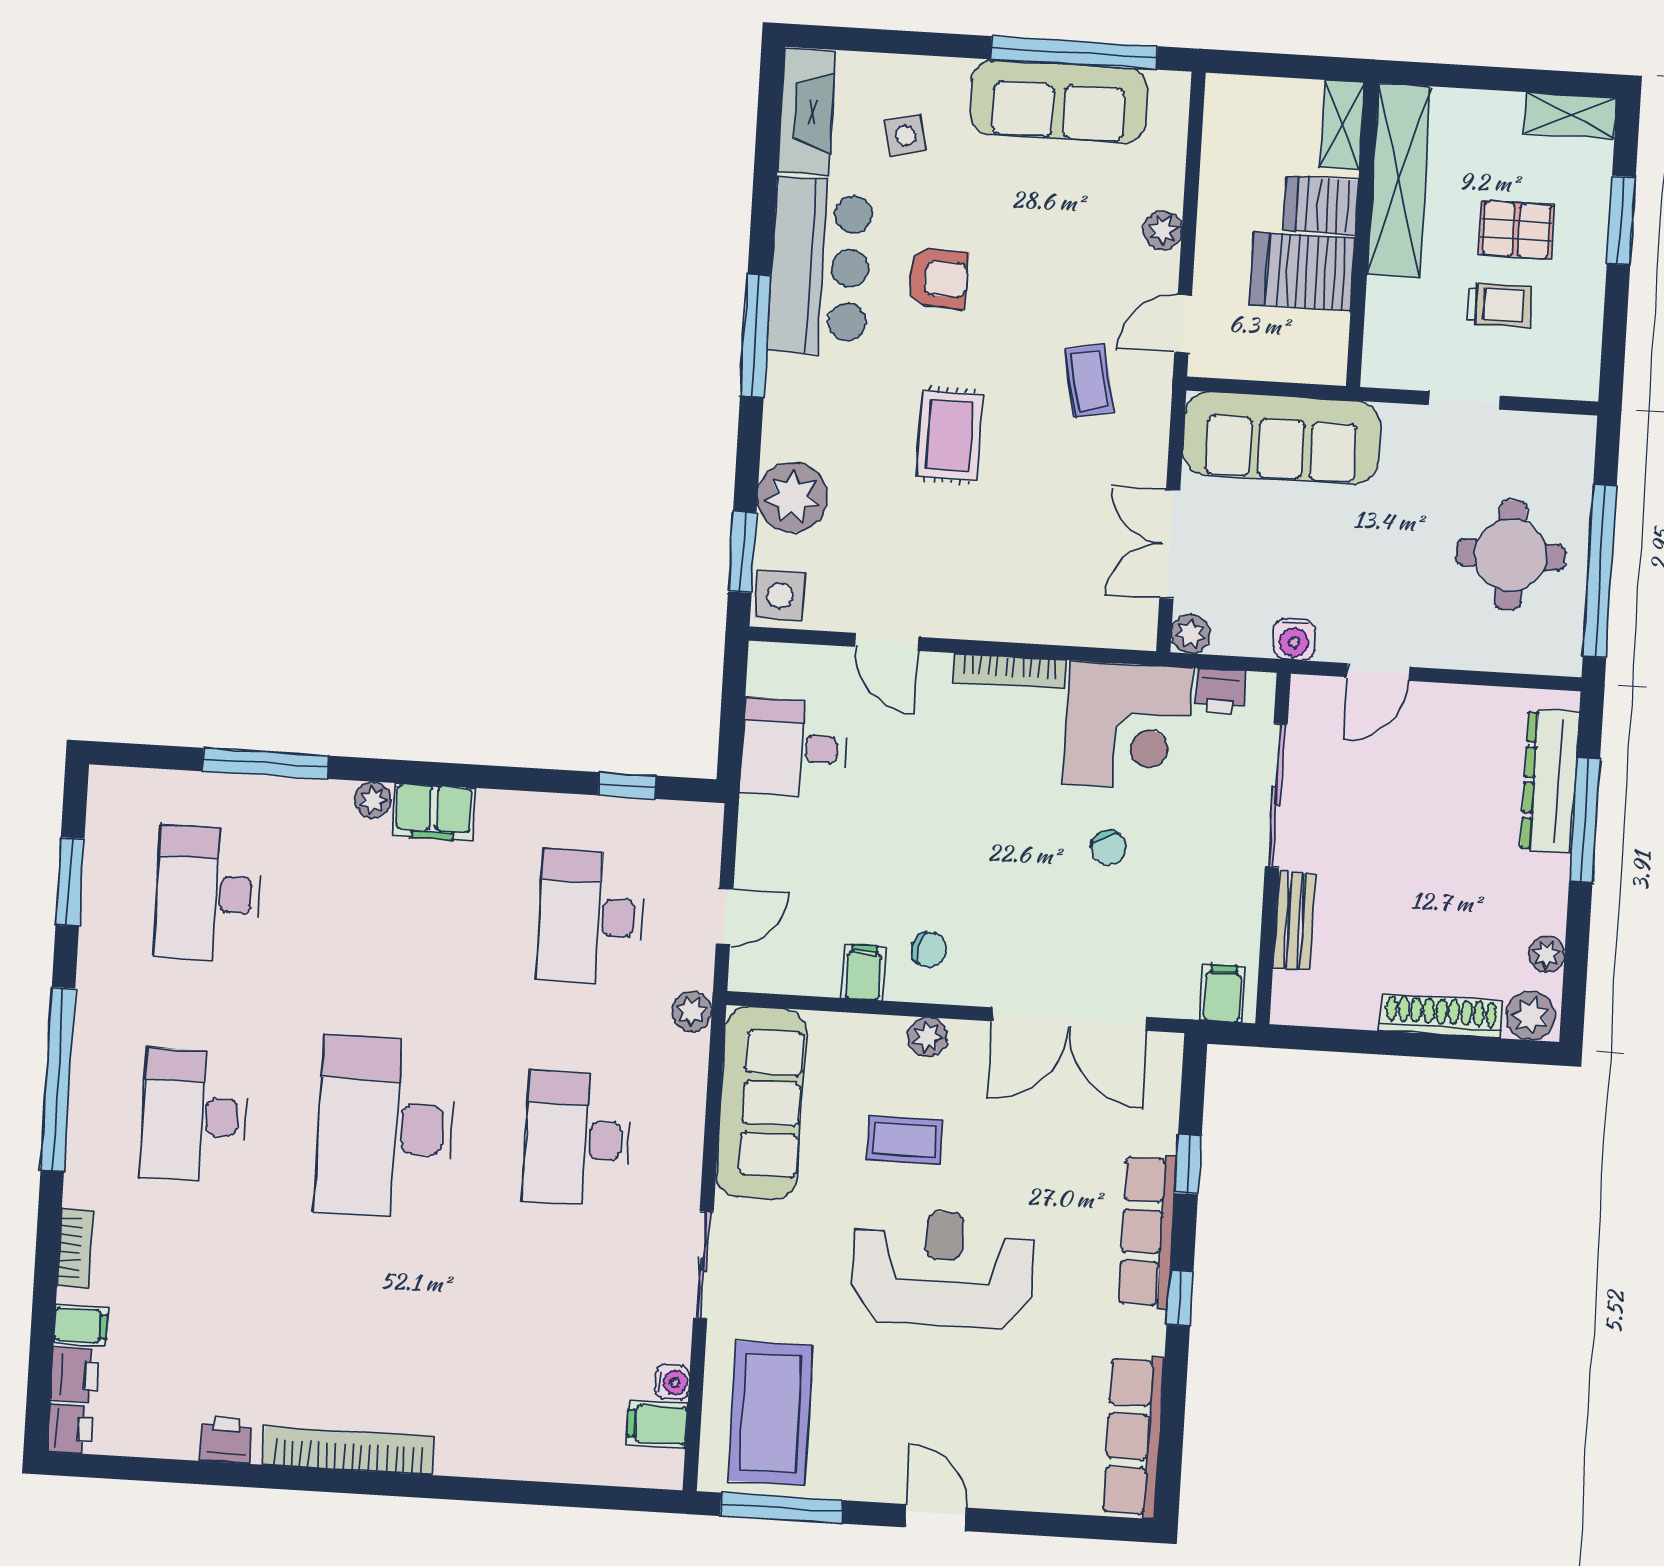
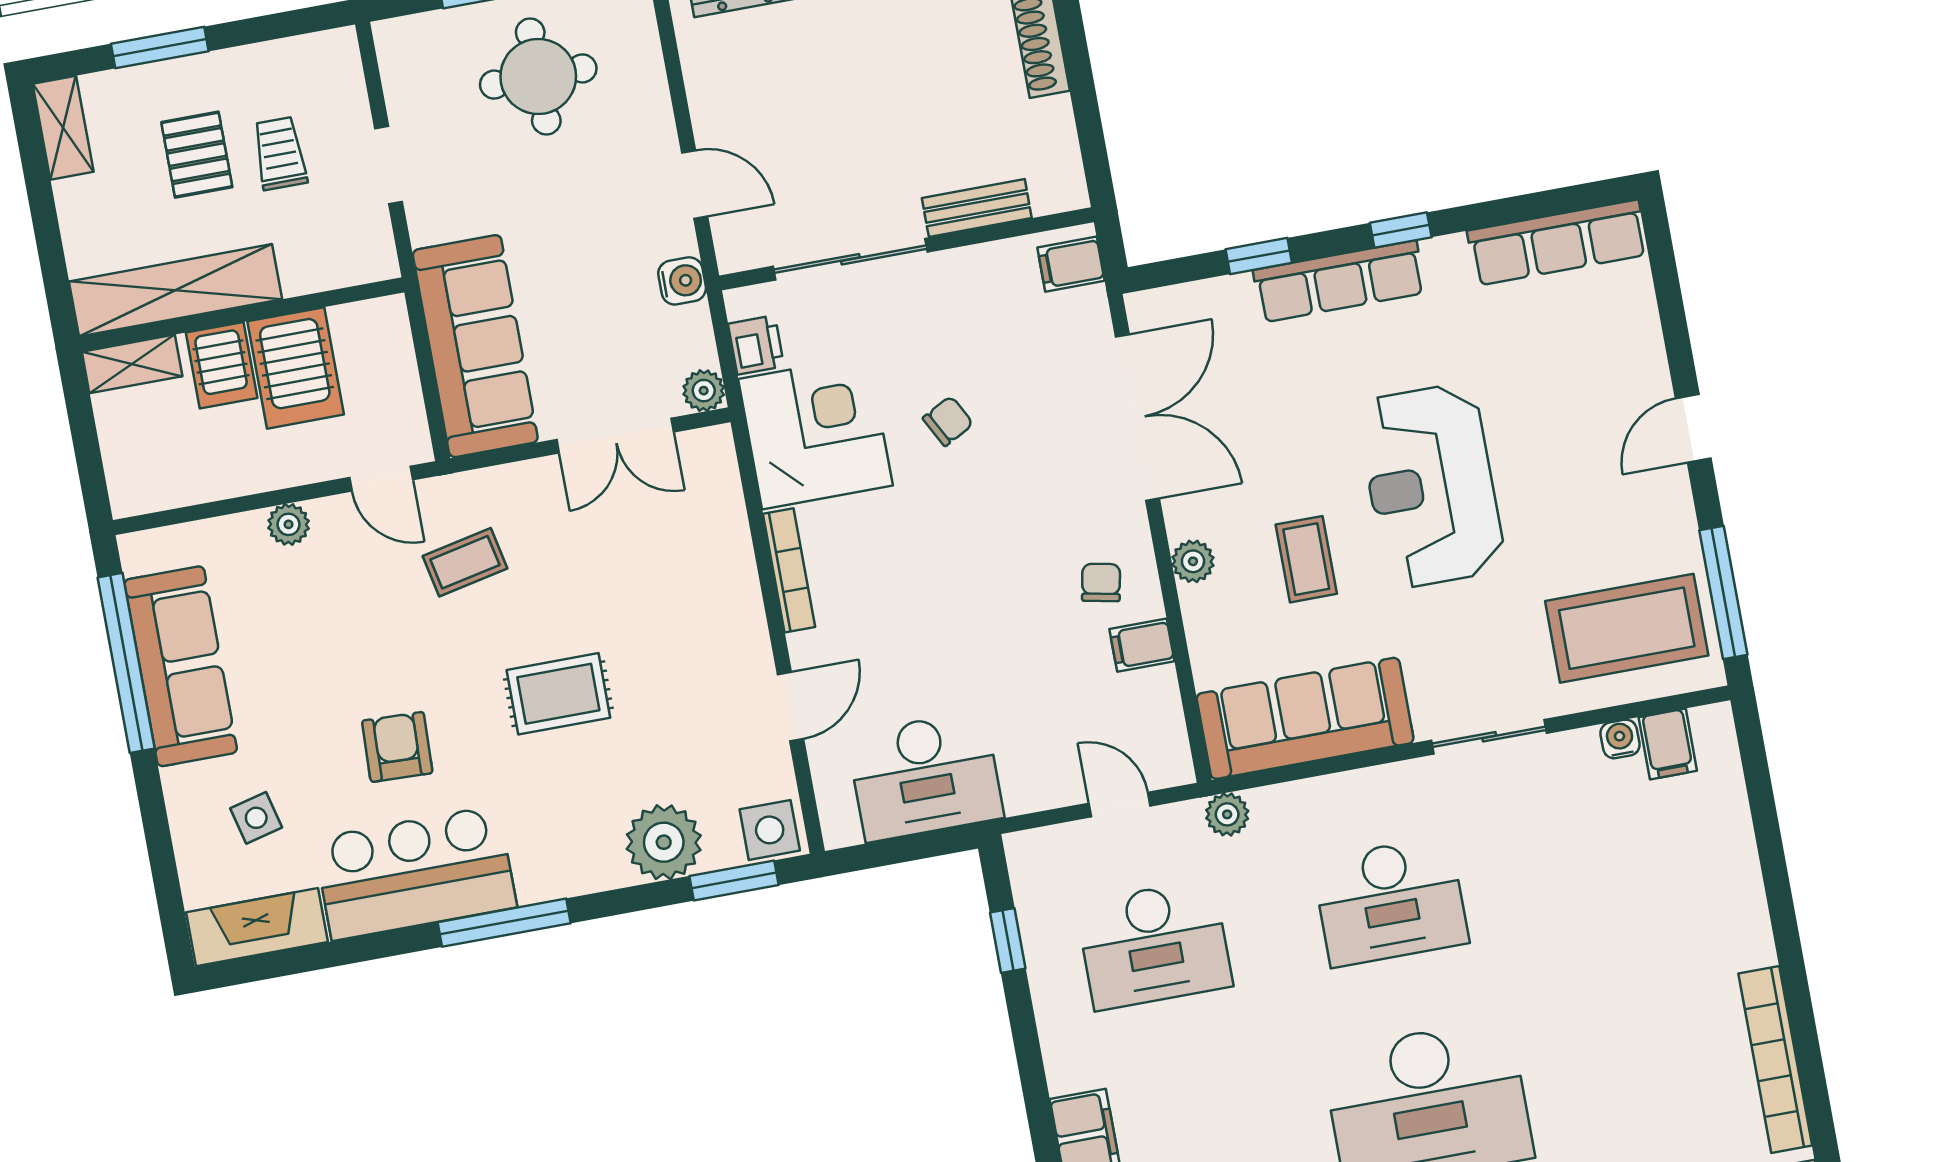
desk: (794, 748) -> (925, 776), width x1.37

